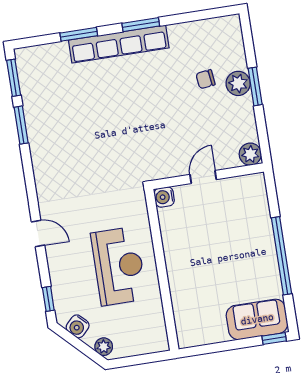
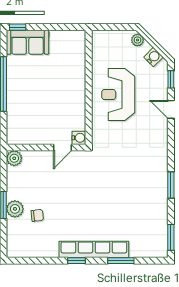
window: (141, 25) -> (77, 261), width x0.67
window: (21, 125) -> (171, 185), moved
door: (203, 177) -> (62, 147), moved
door: (38, 234) -> (171, 109), moved

